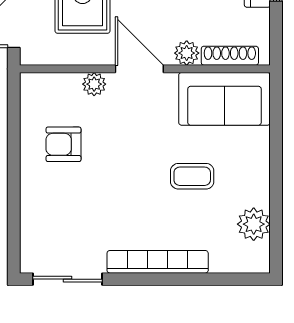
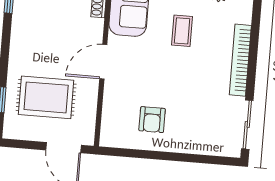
plant: (187, 53) -> (95, 28), removed
plant: (94, 84) -> (111, 95), removed

